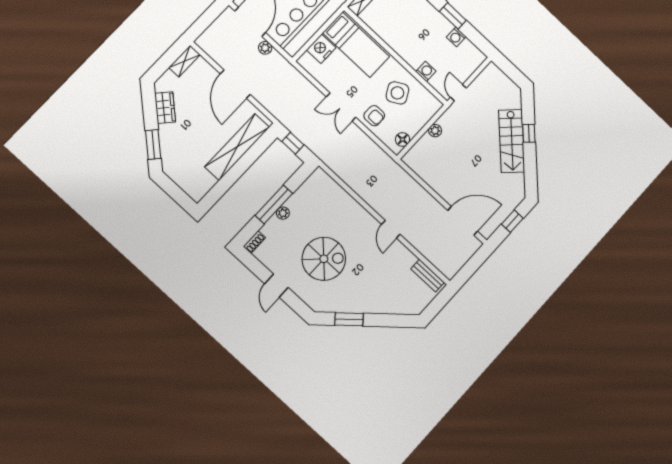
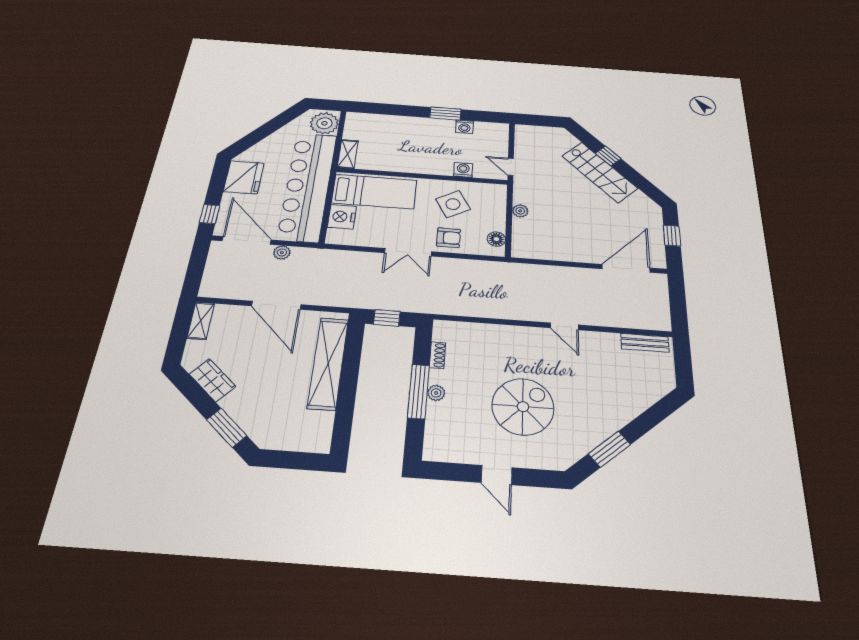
shoe rack: (254, 242) -> (437, 355), moved

